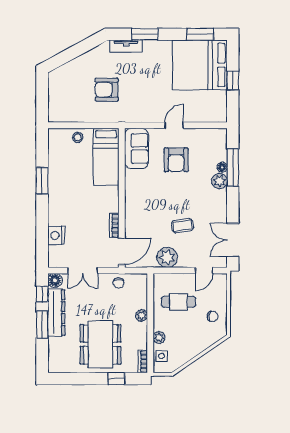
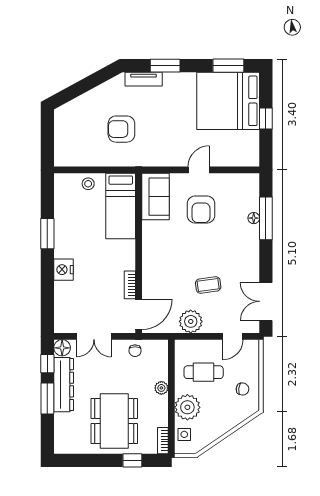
plant: (219, 181) -> (251, 234), removed
nightstand: (56, 235) -> (64, 270), moved
plant: (159, 338) -> (187, 407), width x1.88, depth x1.88

